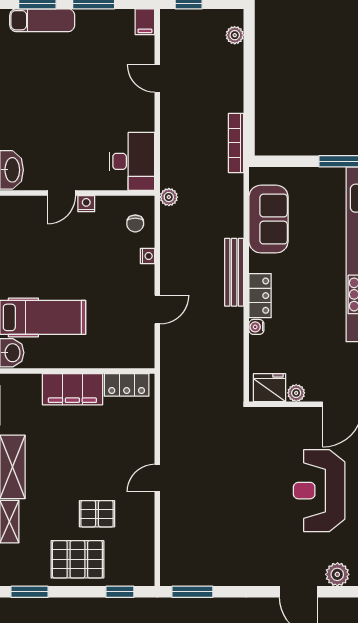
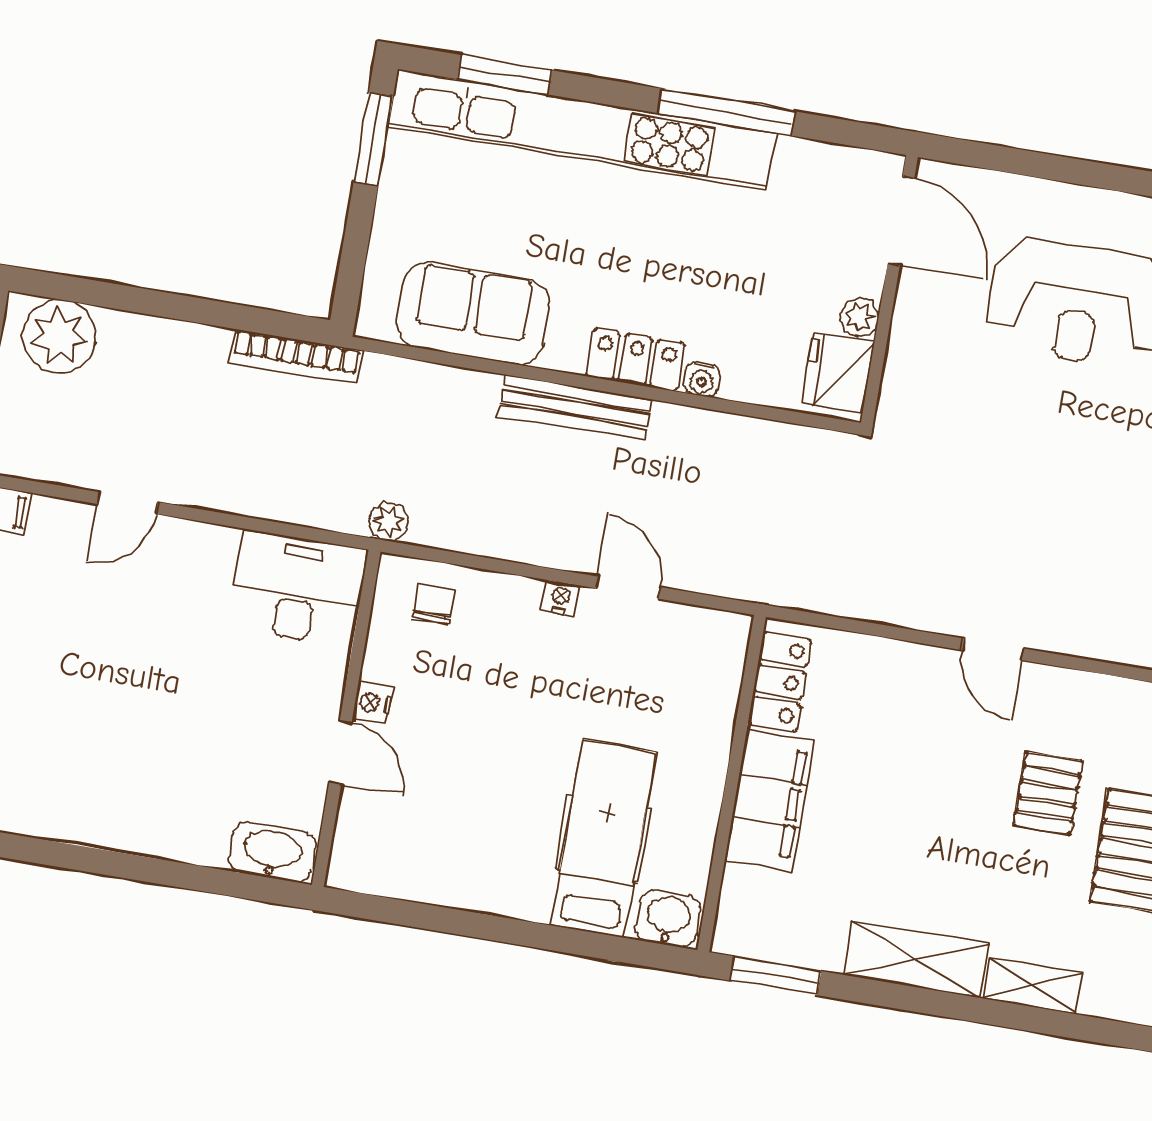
plant: (235, 35) -> (59, 336), width x1.88, depth x1.88
chair: (135, 223) -> (433, 604), turned -90
nightstand: (147, 256) -> (561, 598), moved

